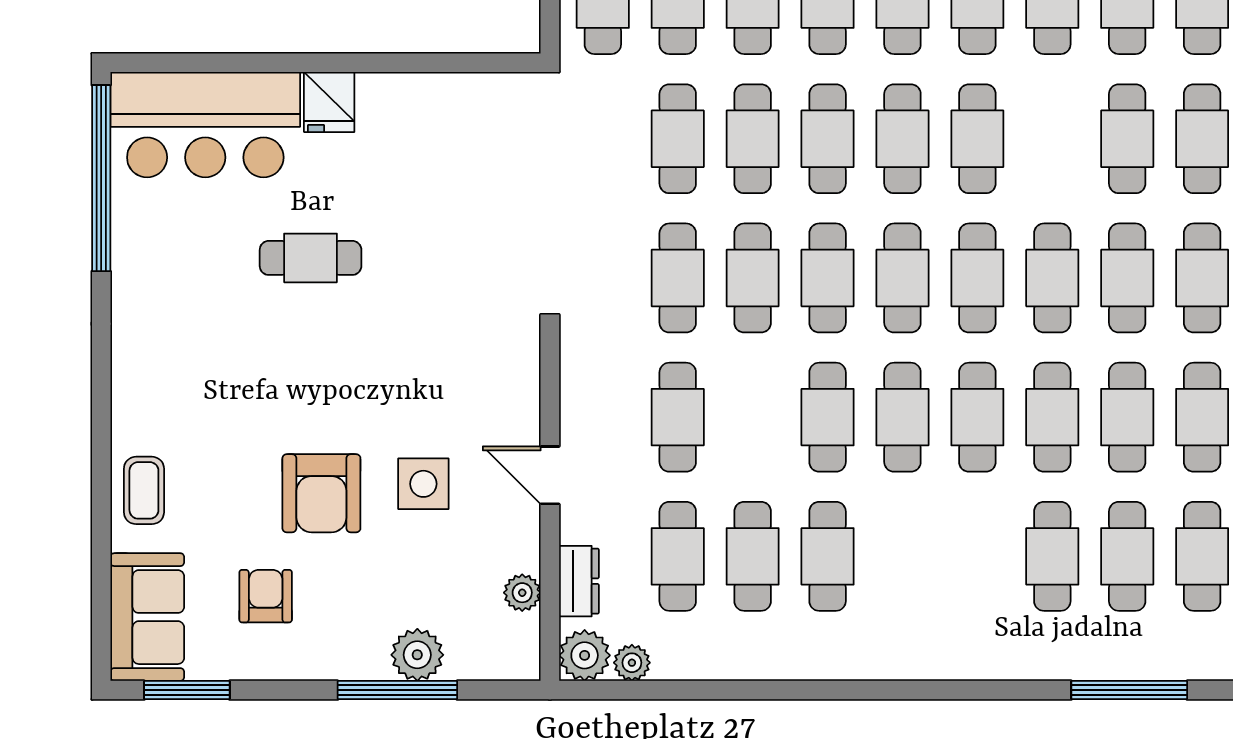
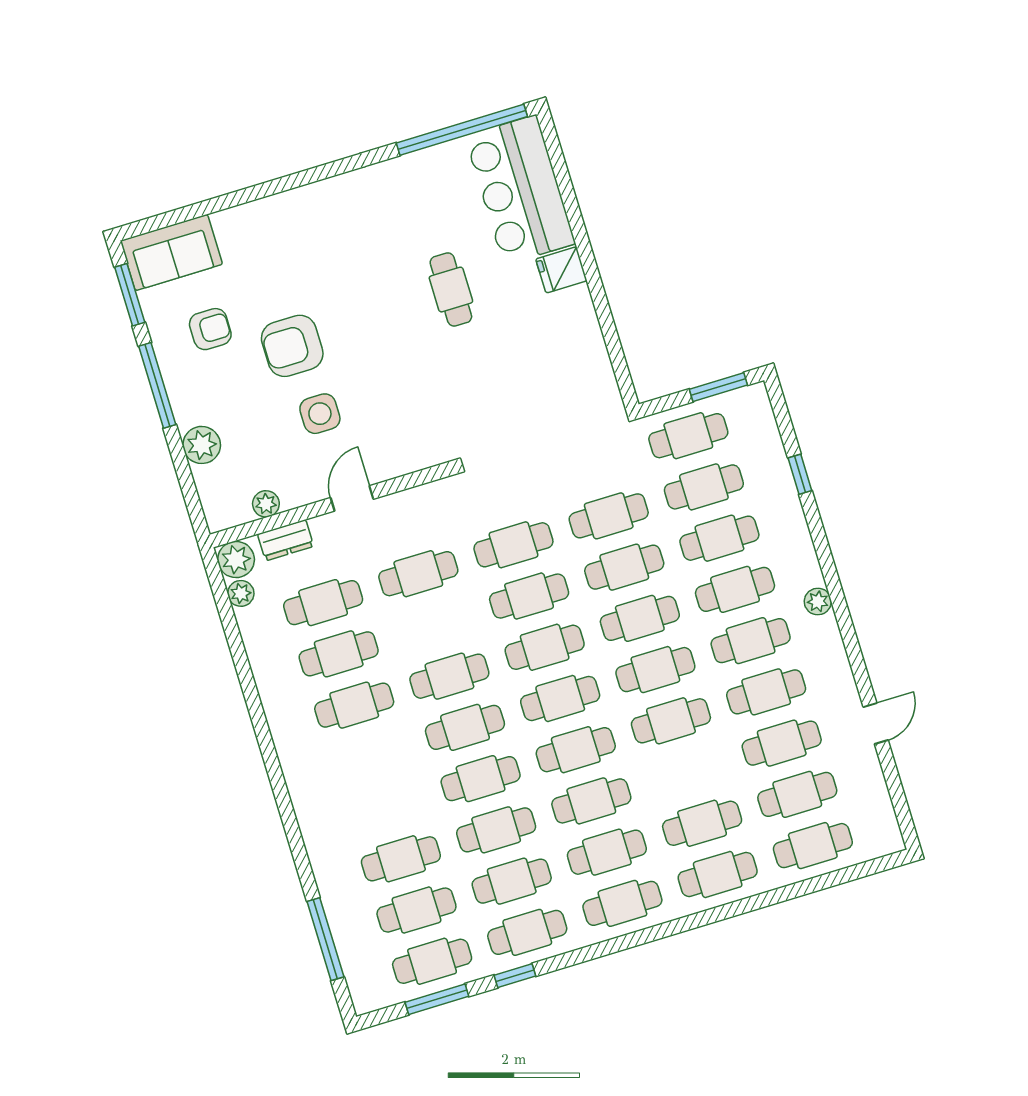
coffee table: (144, 490) -> (257, 224), removed
window: (397, 690) -> (157, 385), moved

